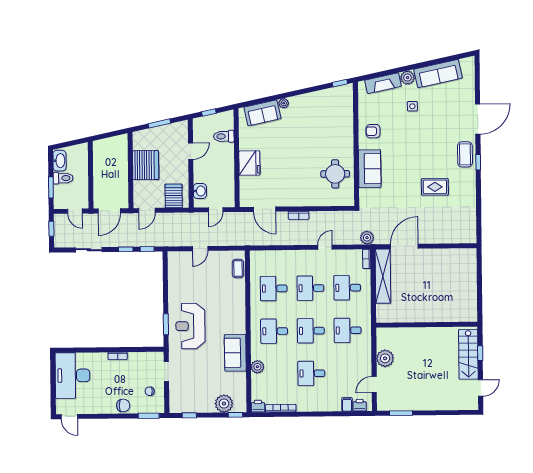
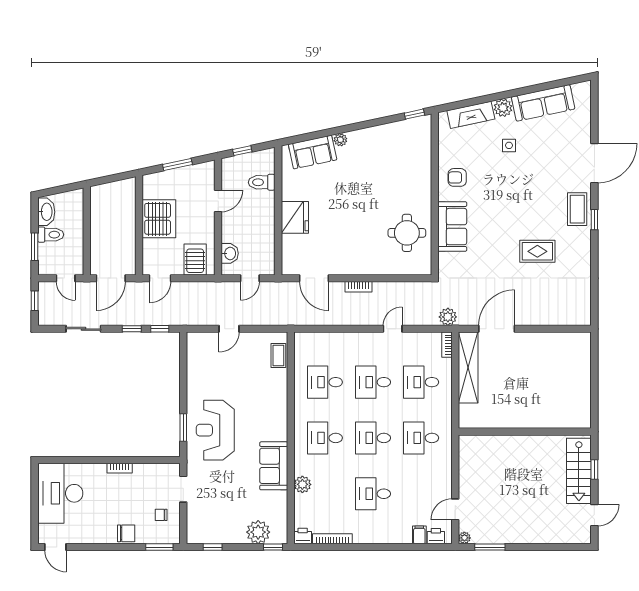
plant: (385, 358) -> (464, 538), moved, width x0.53, depth x0.53

